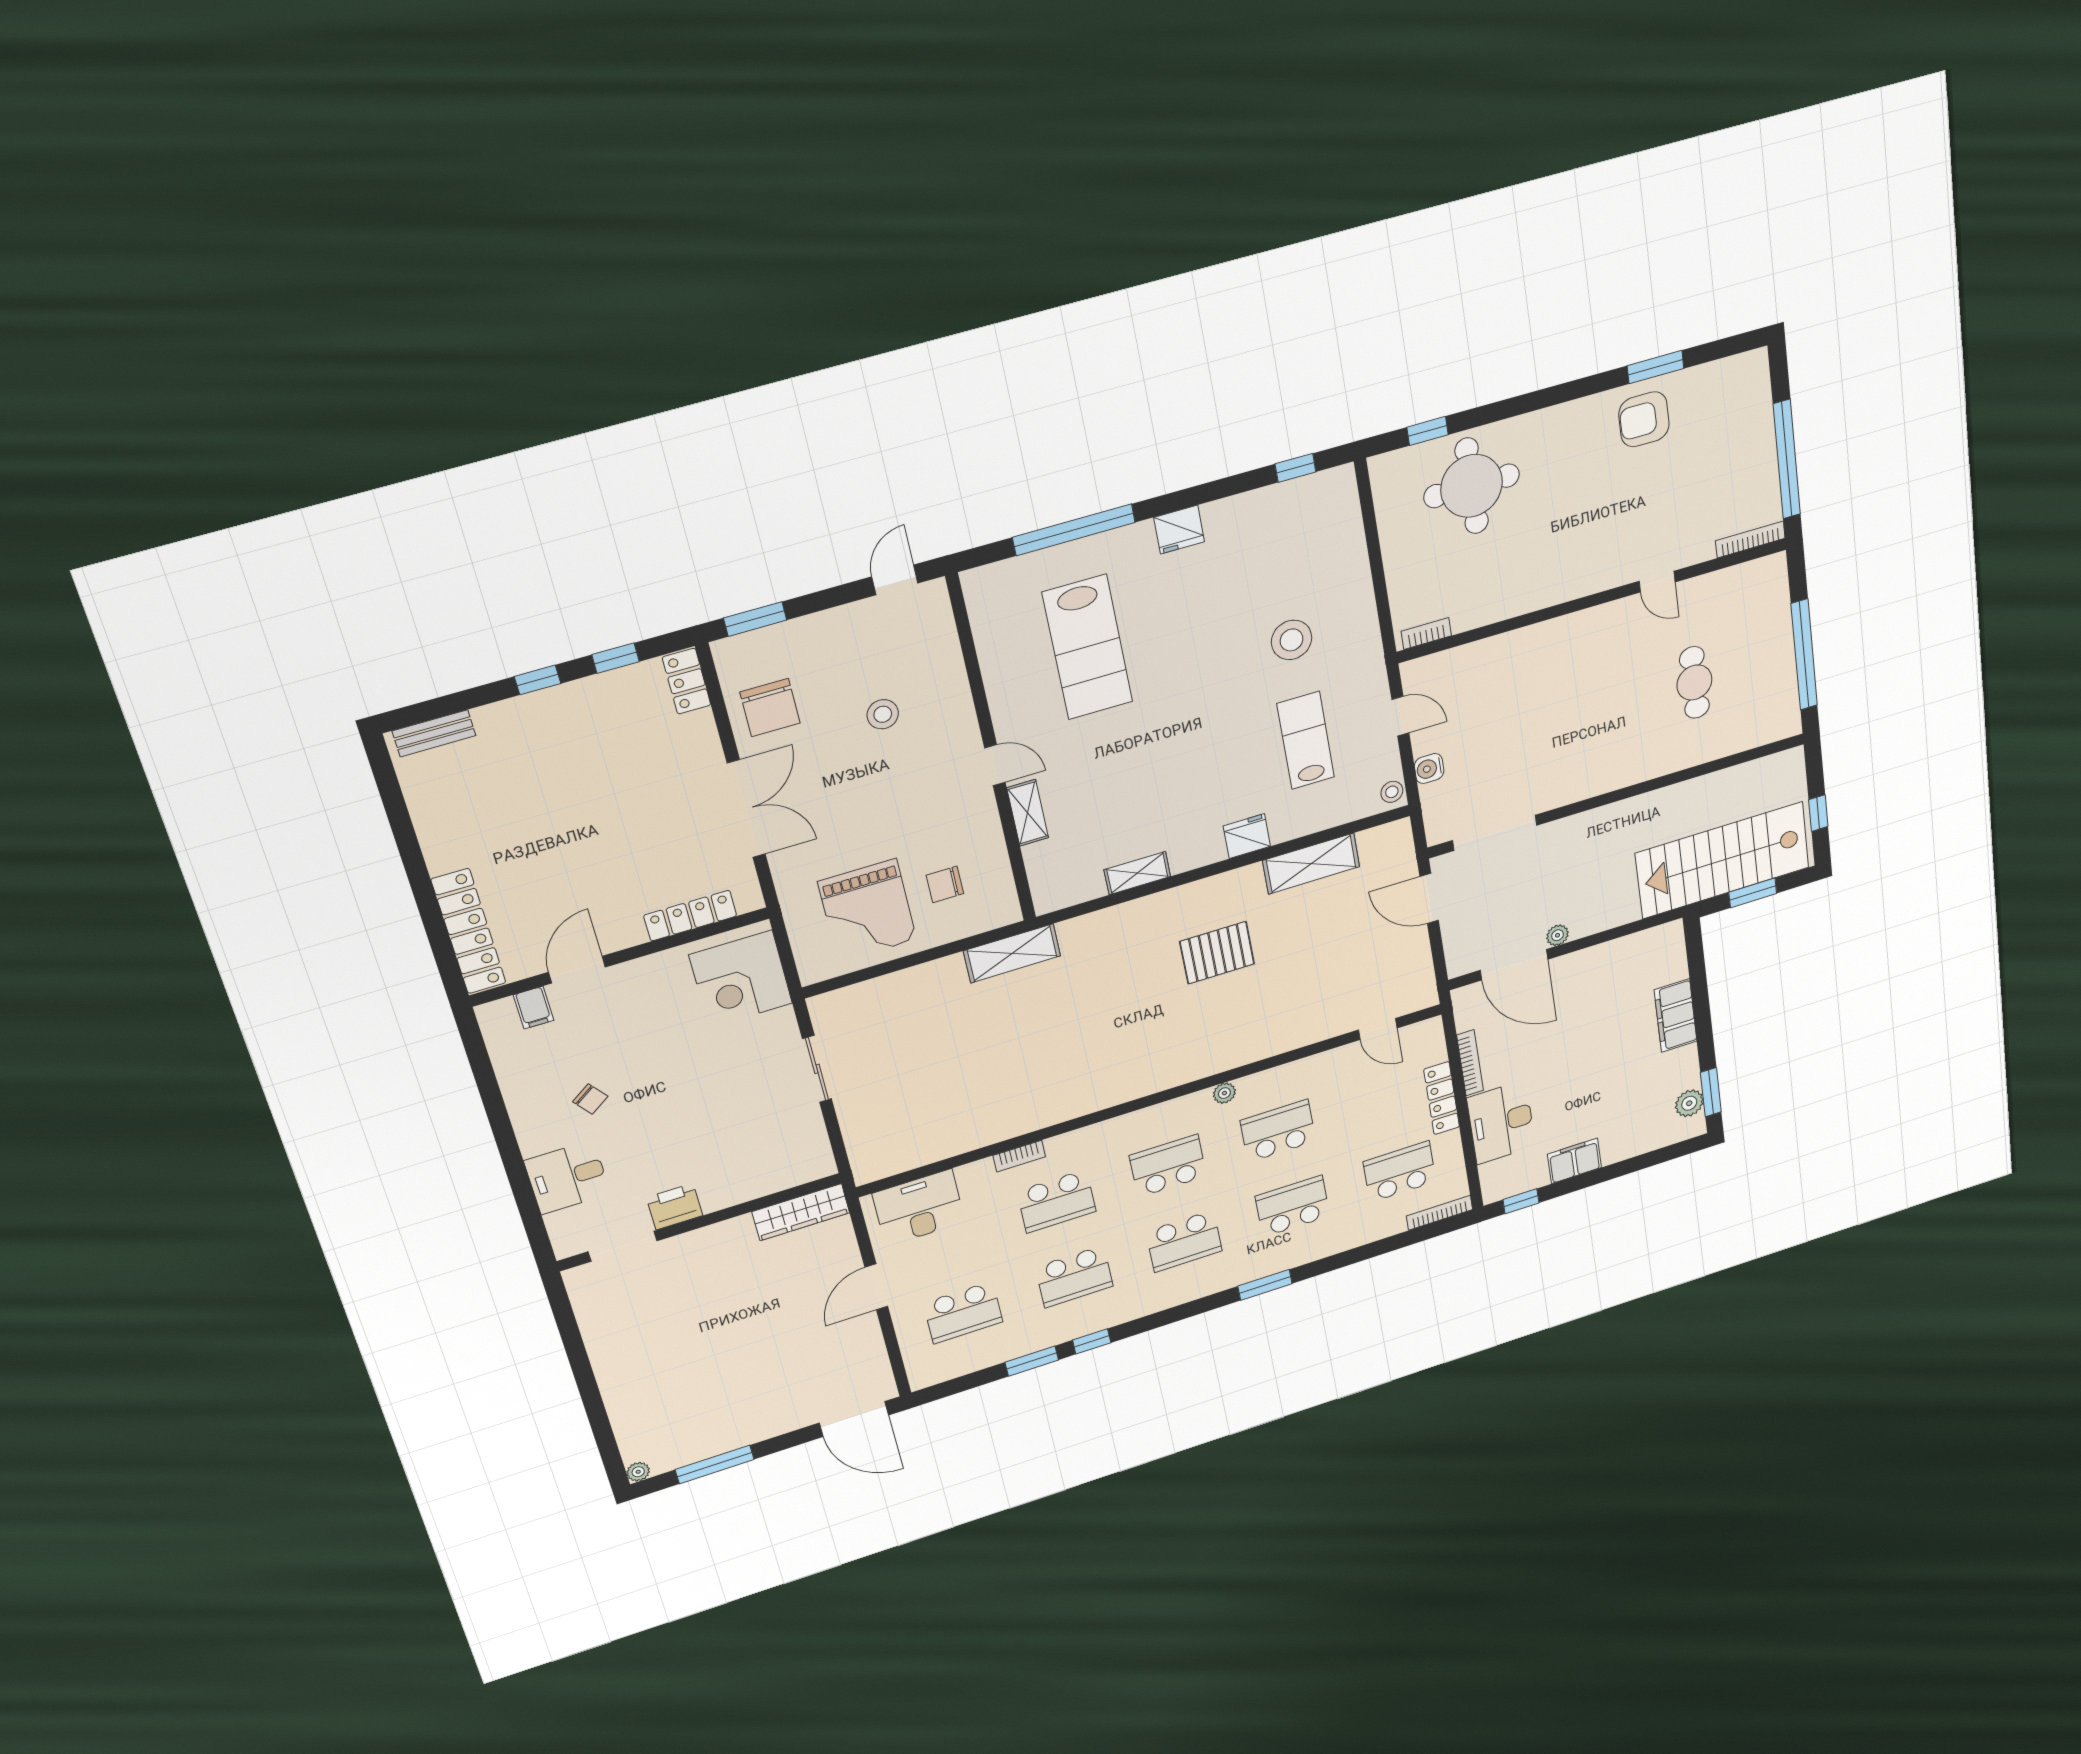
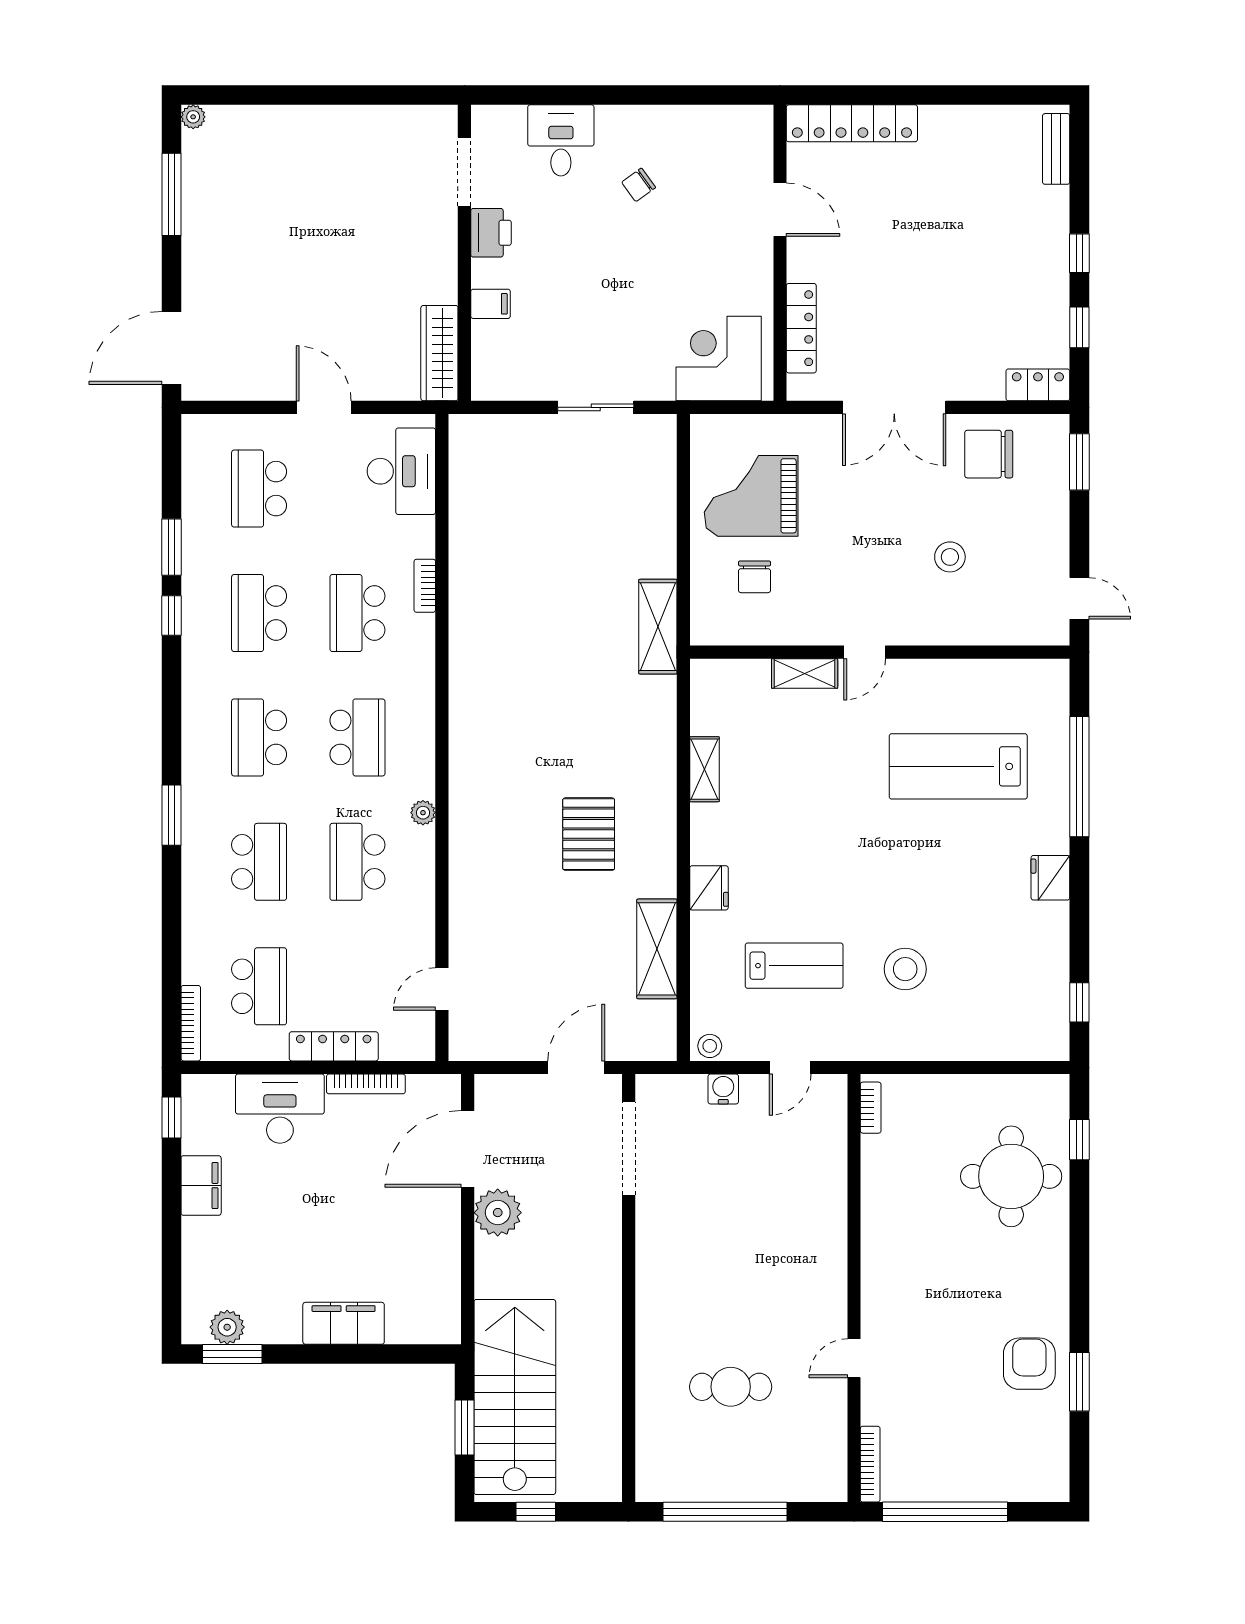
chair: (945, 884) -> (755, 577), turned 180
plant: (1557, 935) -> (498, 1213), width x1.87, depth x1.87
filing cabinet: (534, 1008) -> (491, 304), moved, turned 180
school desk: (1278, 1131) -> (357, 862), turned 180

